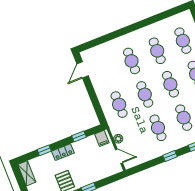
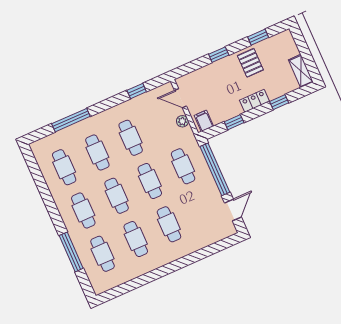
window: (95, 101) -> (215, 169), added
window: (170, 156) -> (137, 91), moved

